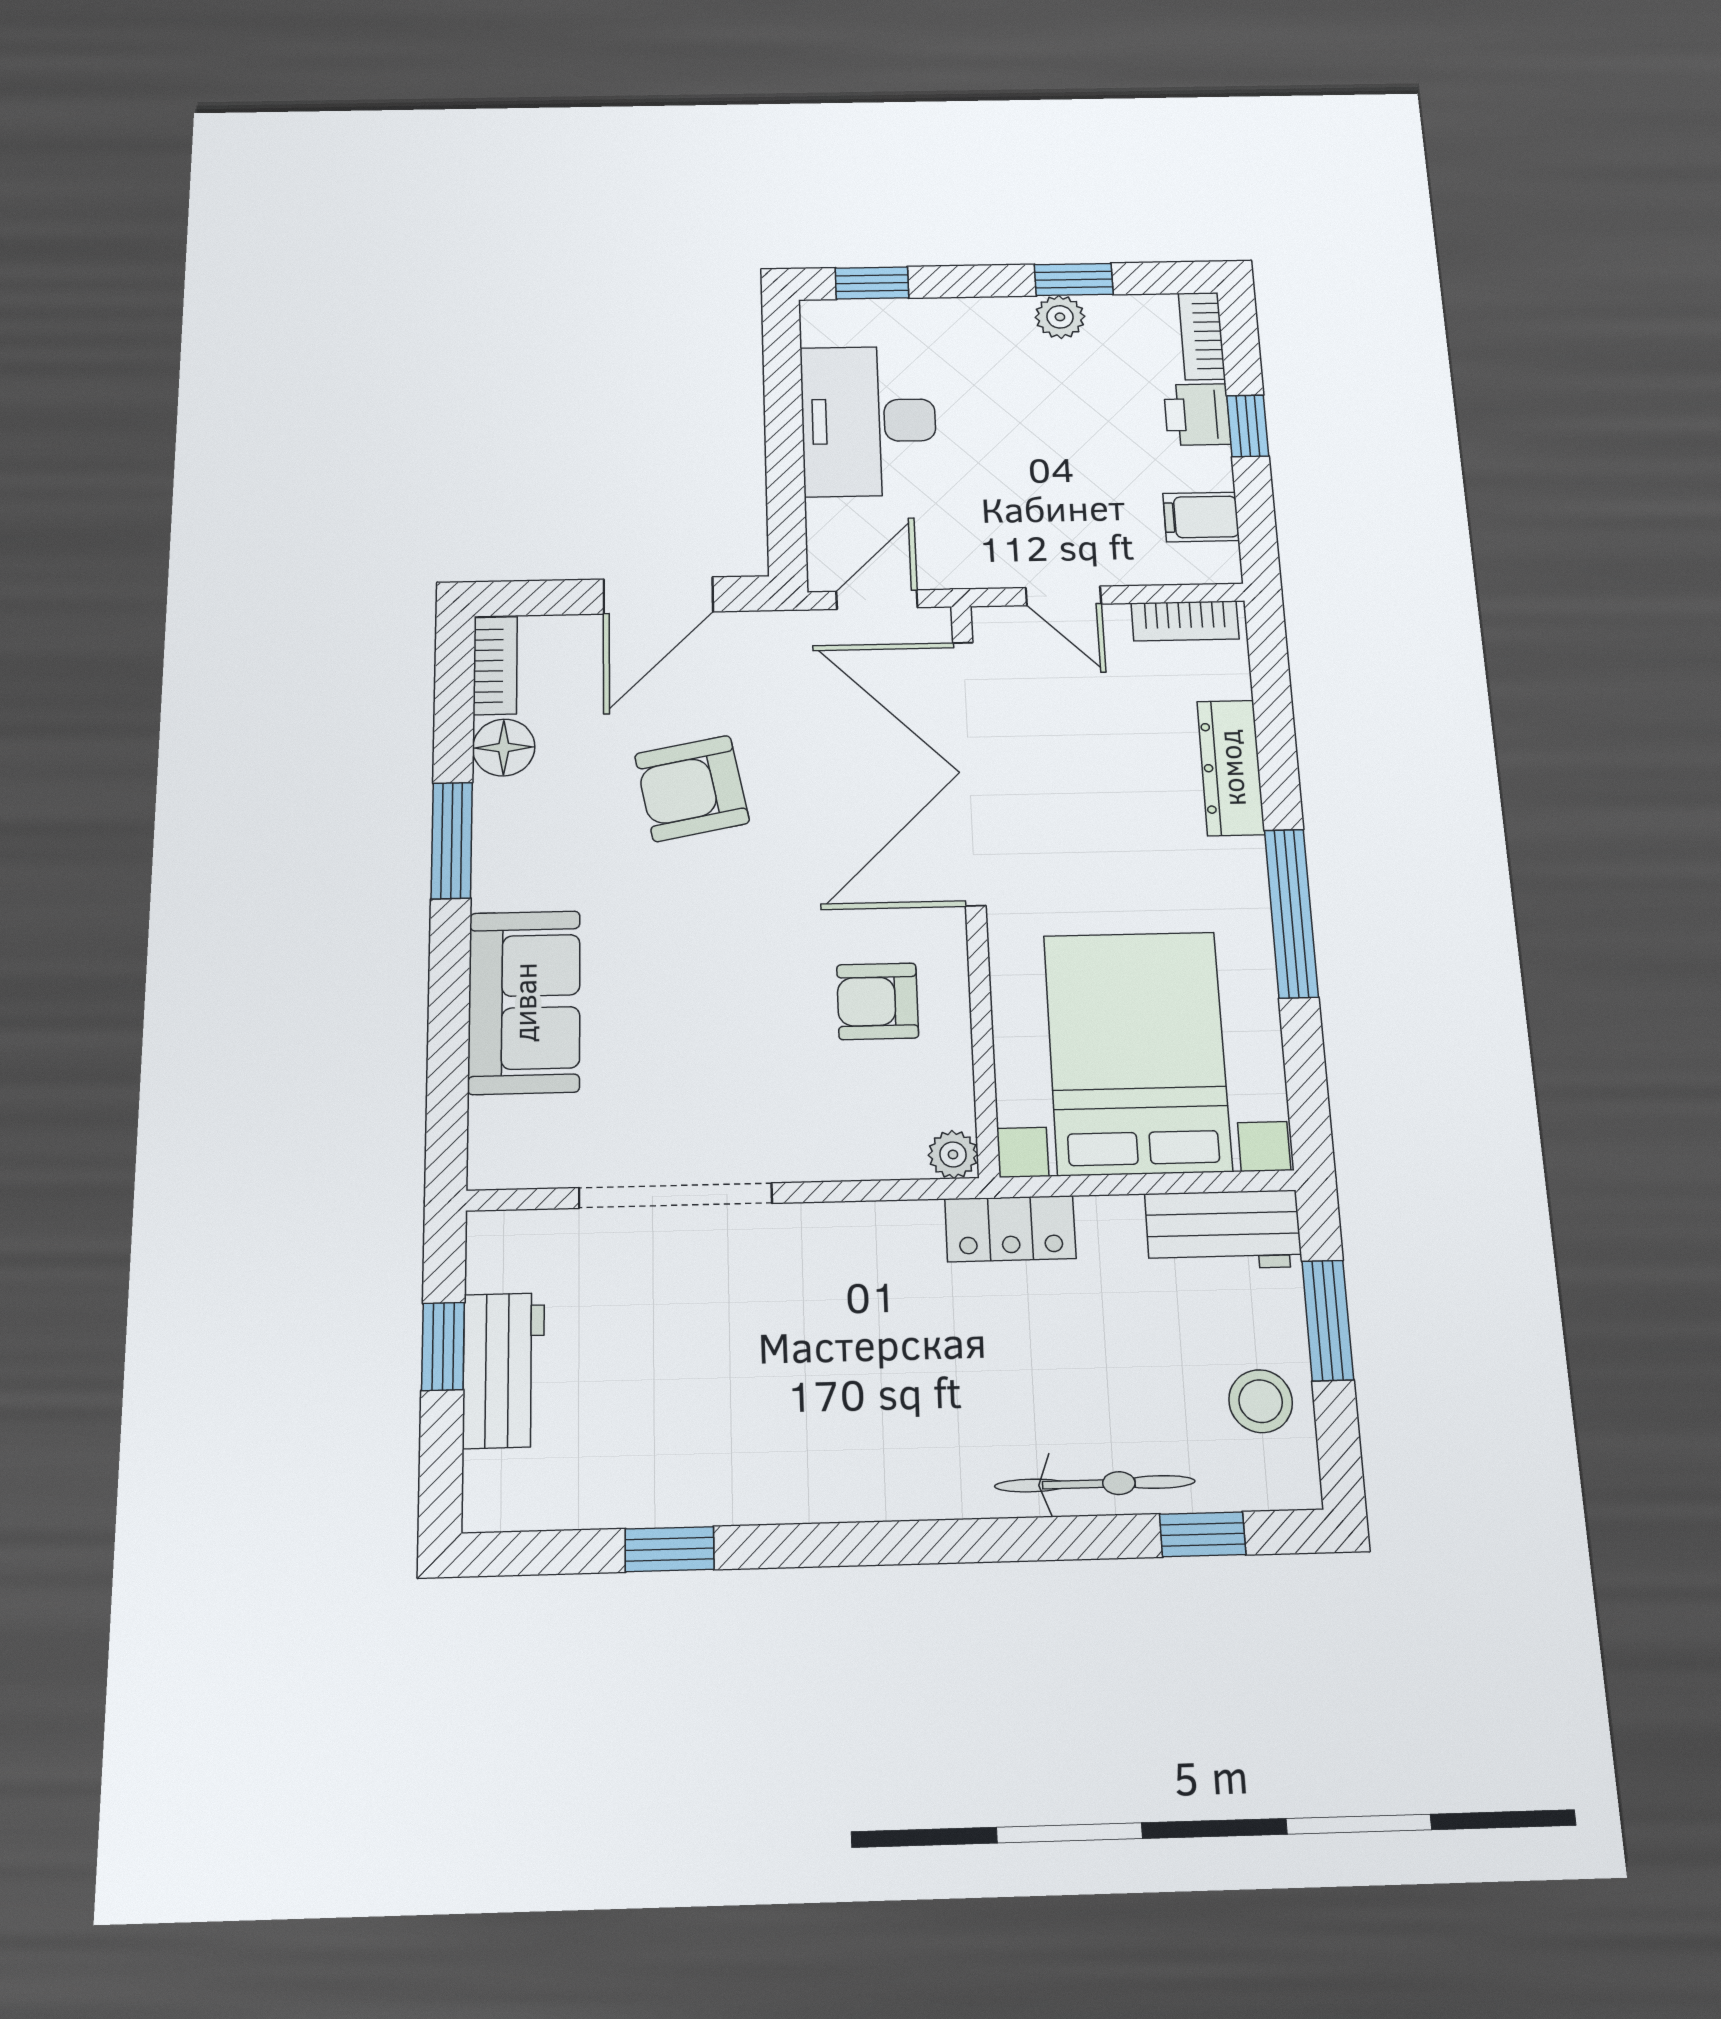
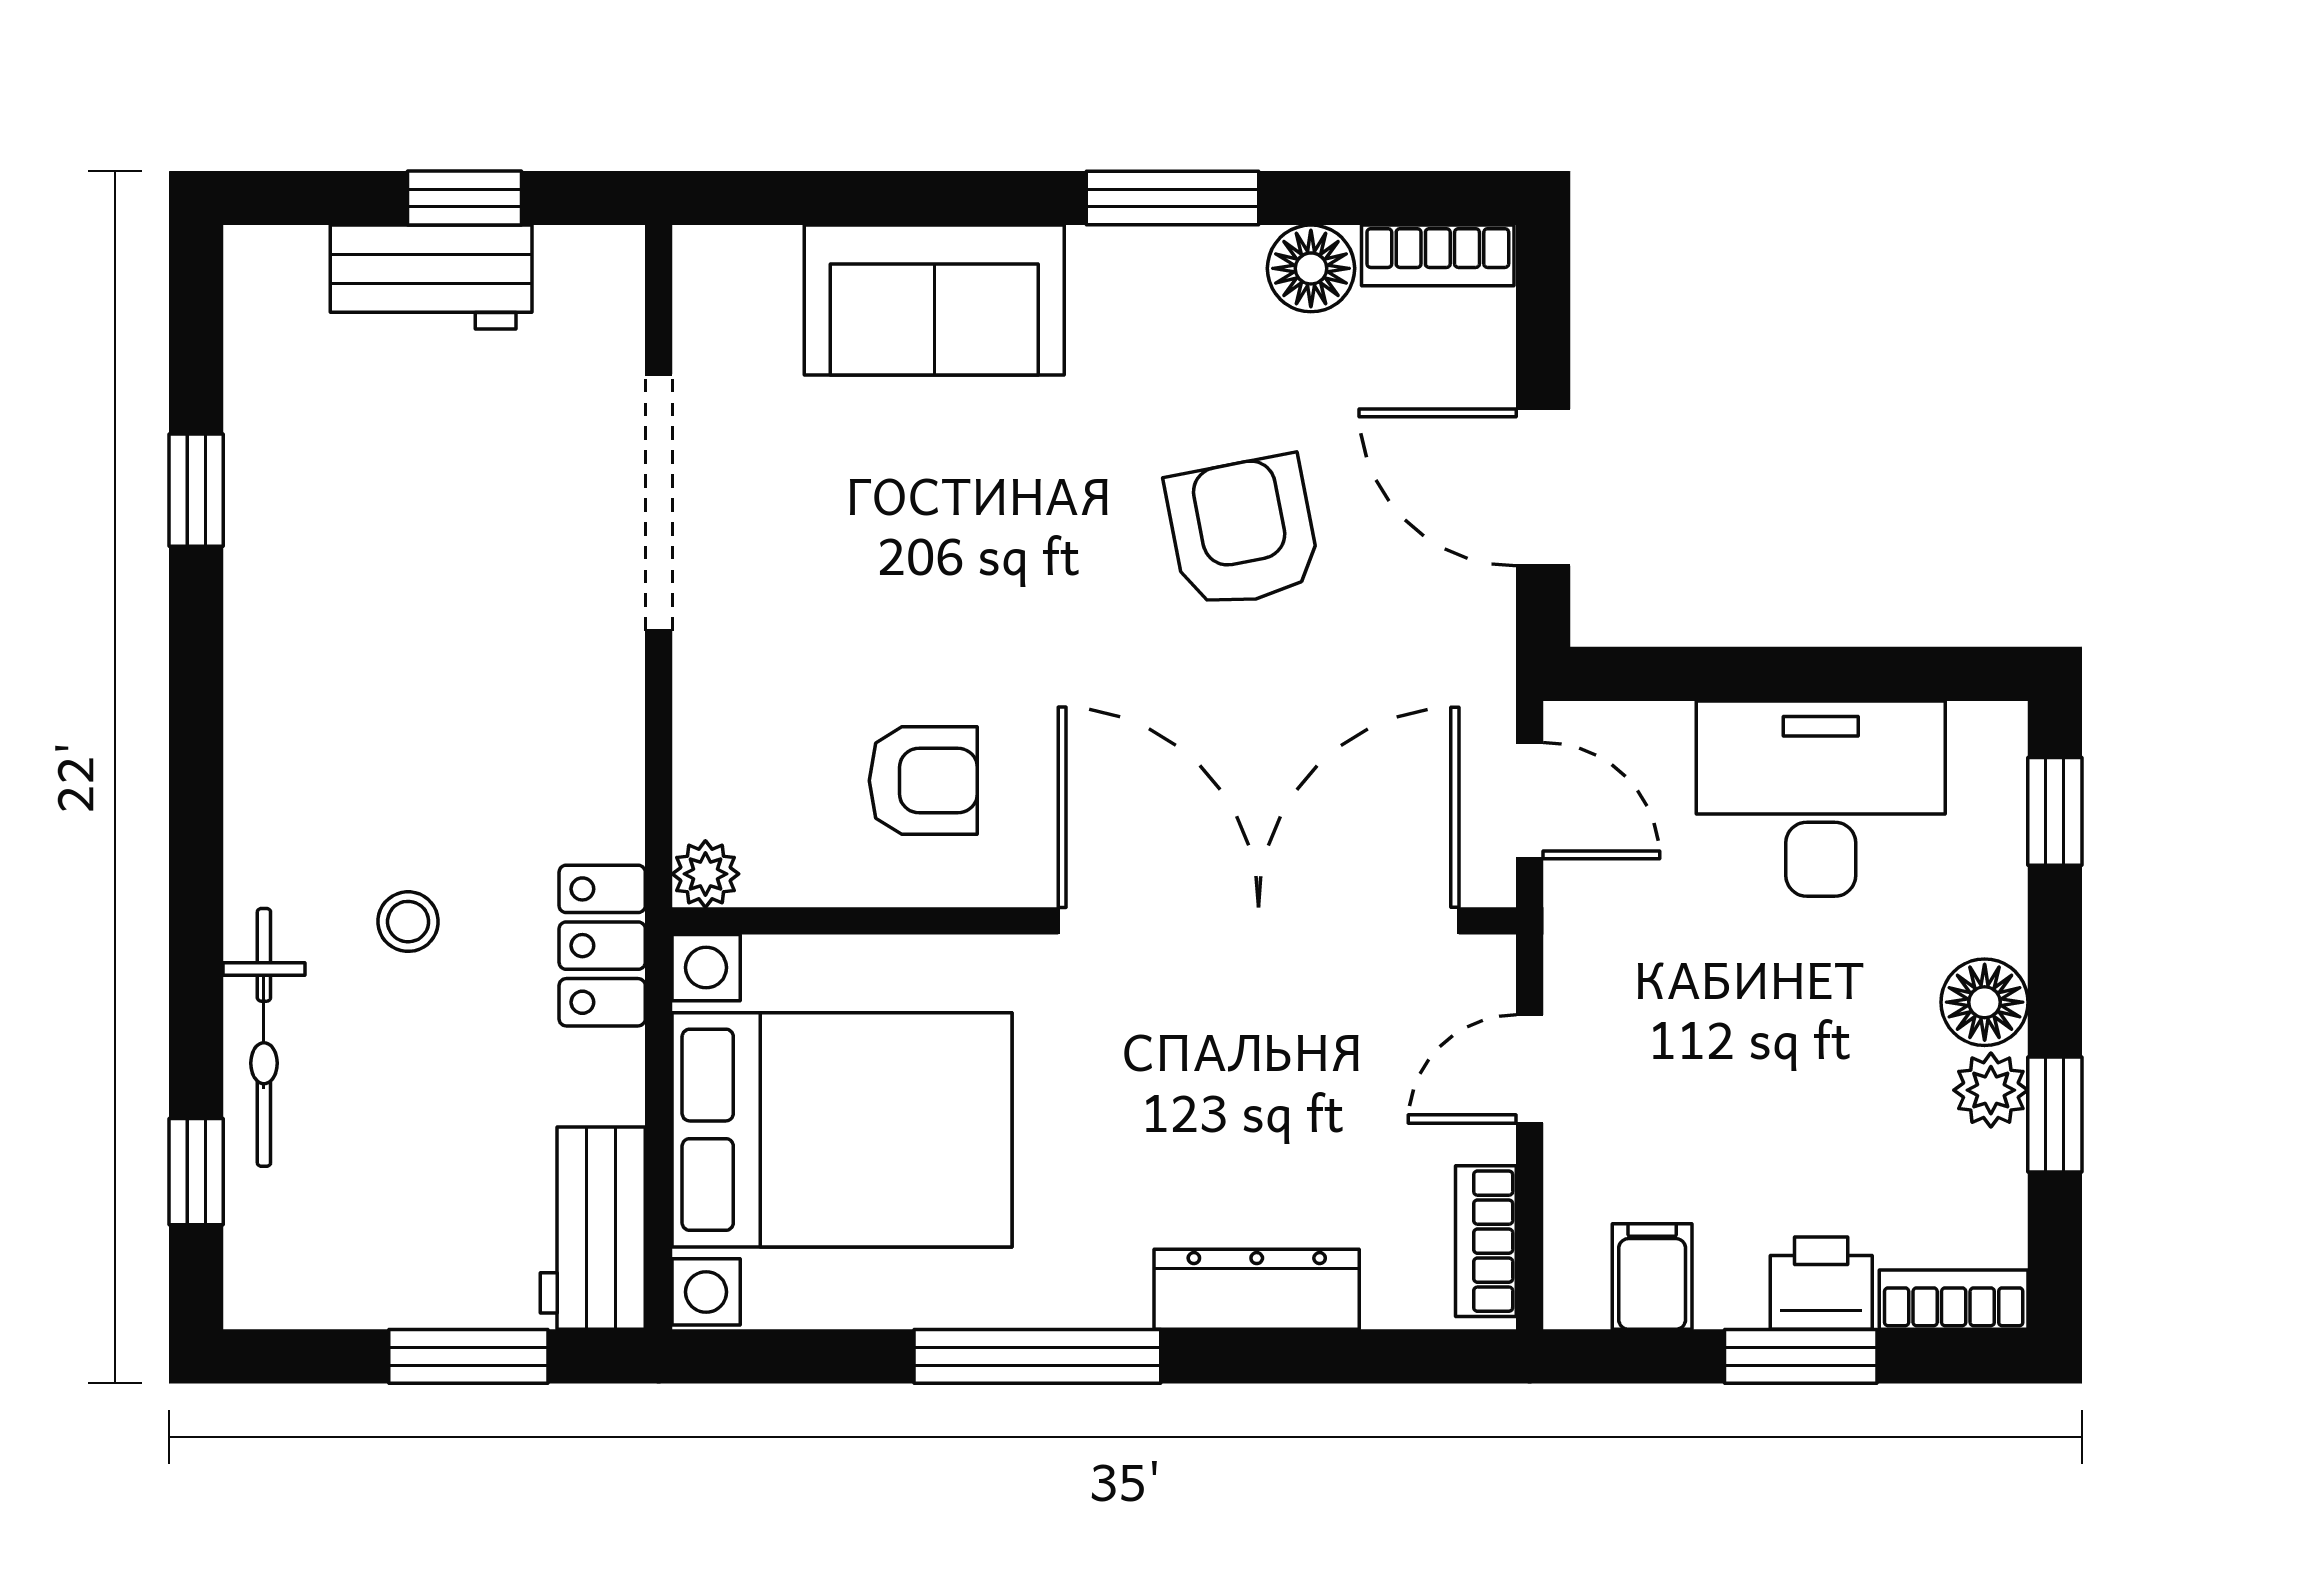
floor lamp: (1001, 322) -> (1985, 1002), added
window: (1248, 426) -> (1801, 1356), width x1.50
armchair: (878, 1001) -> (923, 781), turned 90
stool: (1261, 1401) -> (408, 922), moved, width x0.73, depth x0.73

